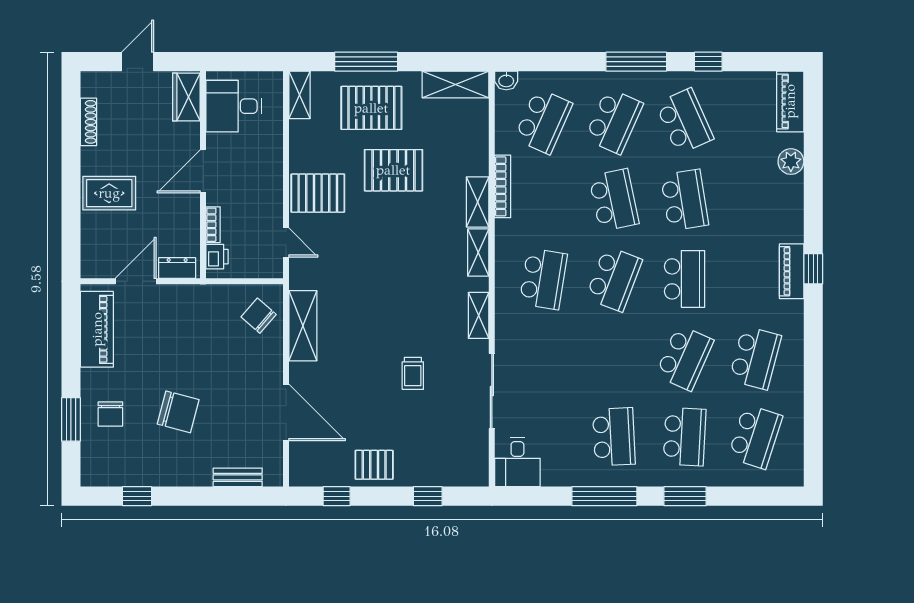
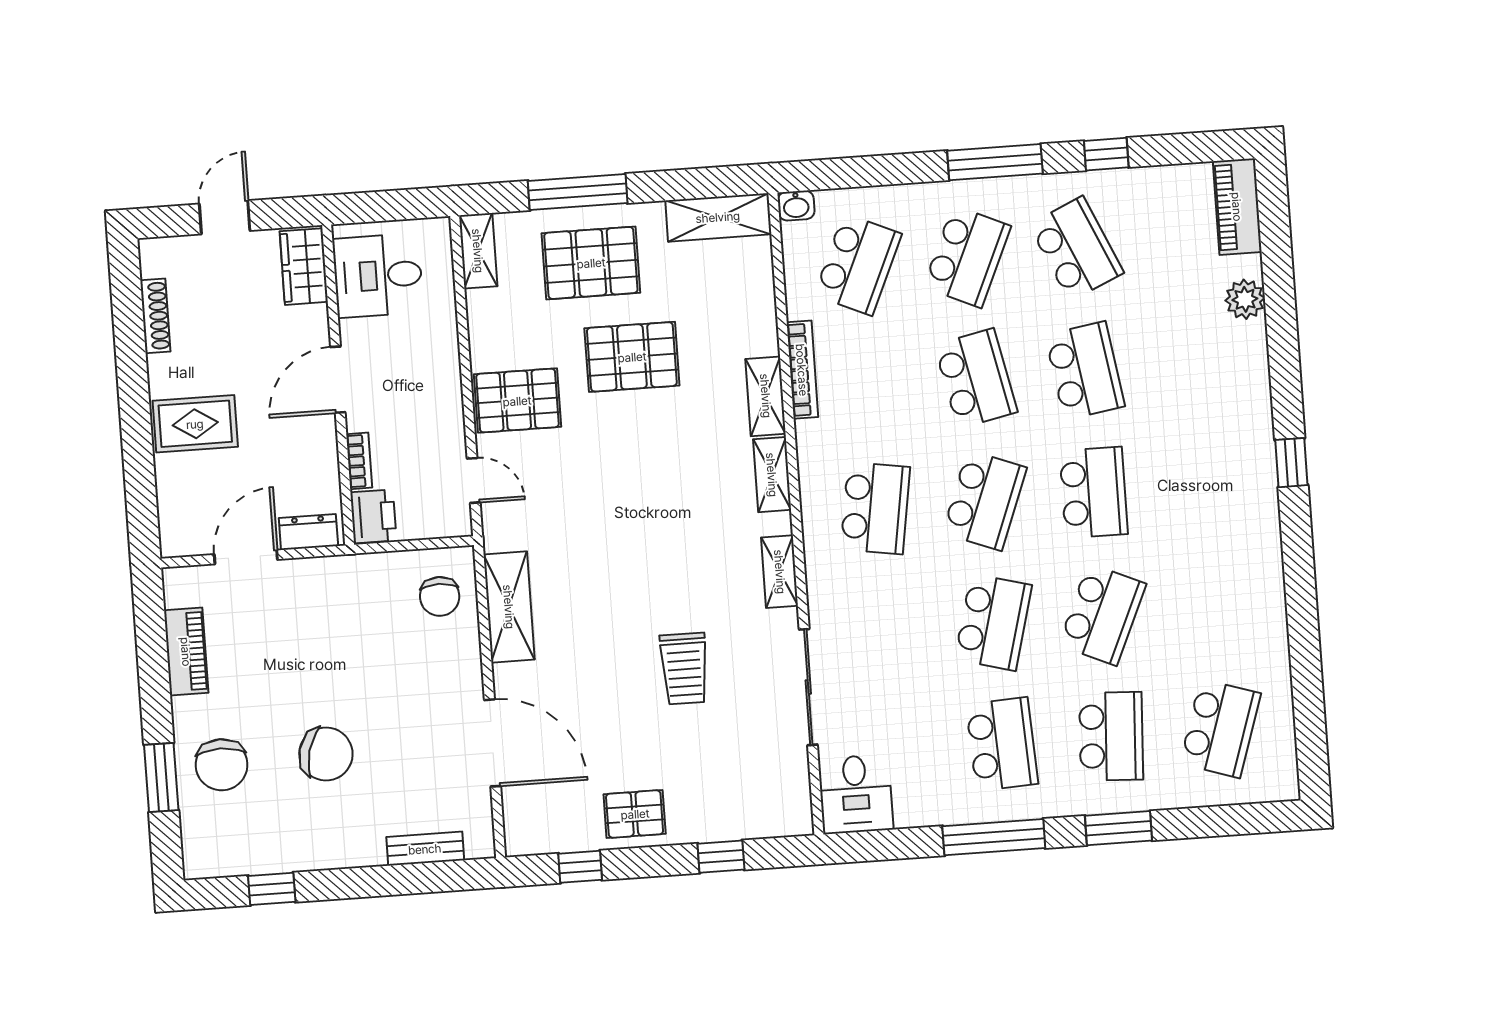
printer: (217, 257) -> (373, 516), width x1.36, depth x1.24
piano: (792, 271) -> (1258, 469), removed
chair: (259, 316) -> (440, 596), turned -131
piano: (97, 329) -> (186, 652), width x0.73, depth x0.75
school desk: (755, 358) -> (993, 622), moved
trolley: (413, 373) -> (684, 669), width x1.36, depth x1.39
chair: (110, 414) -> (222, 765), width x1.37, depth x1.37

